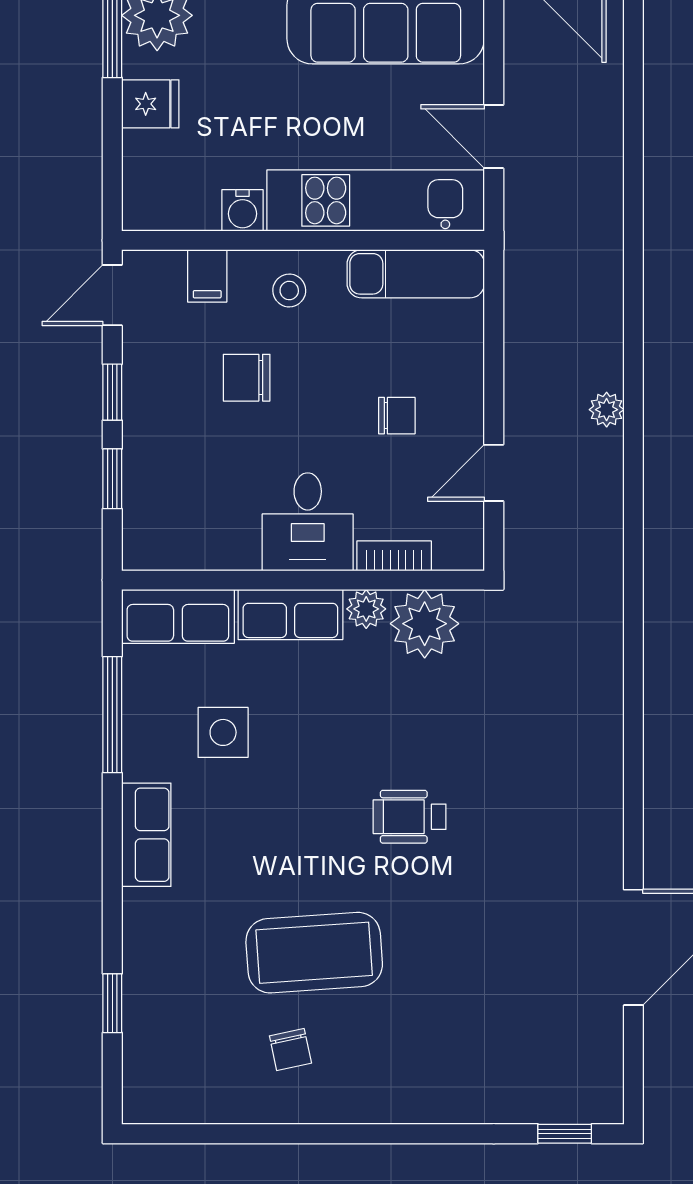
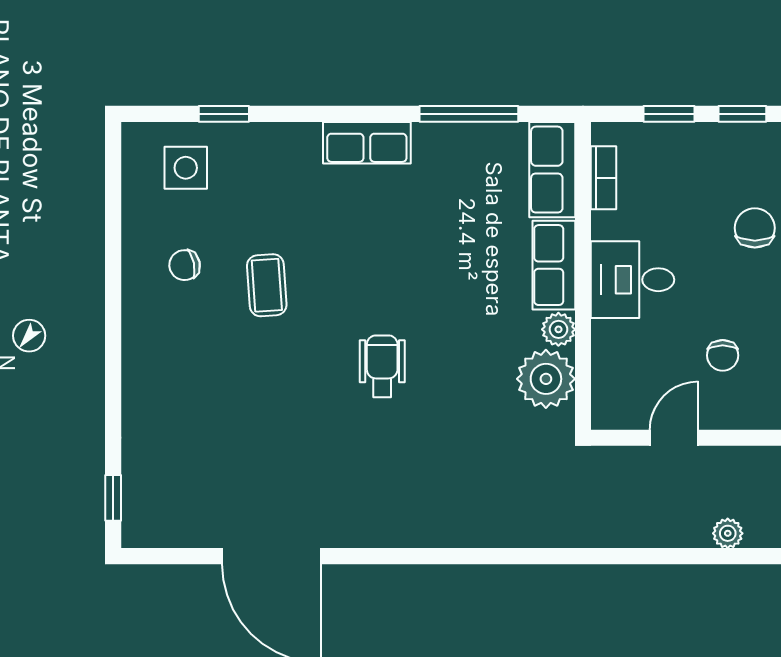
door: (494, 473) -> (674, 438), hinge flipped
bookcase: (394, 556) -> (604, 178), moved
side table: (223, 732) -> (186, 168), moved
coffee table: (314, 953) -> (267, 285), width x0.54, depth x0.58

